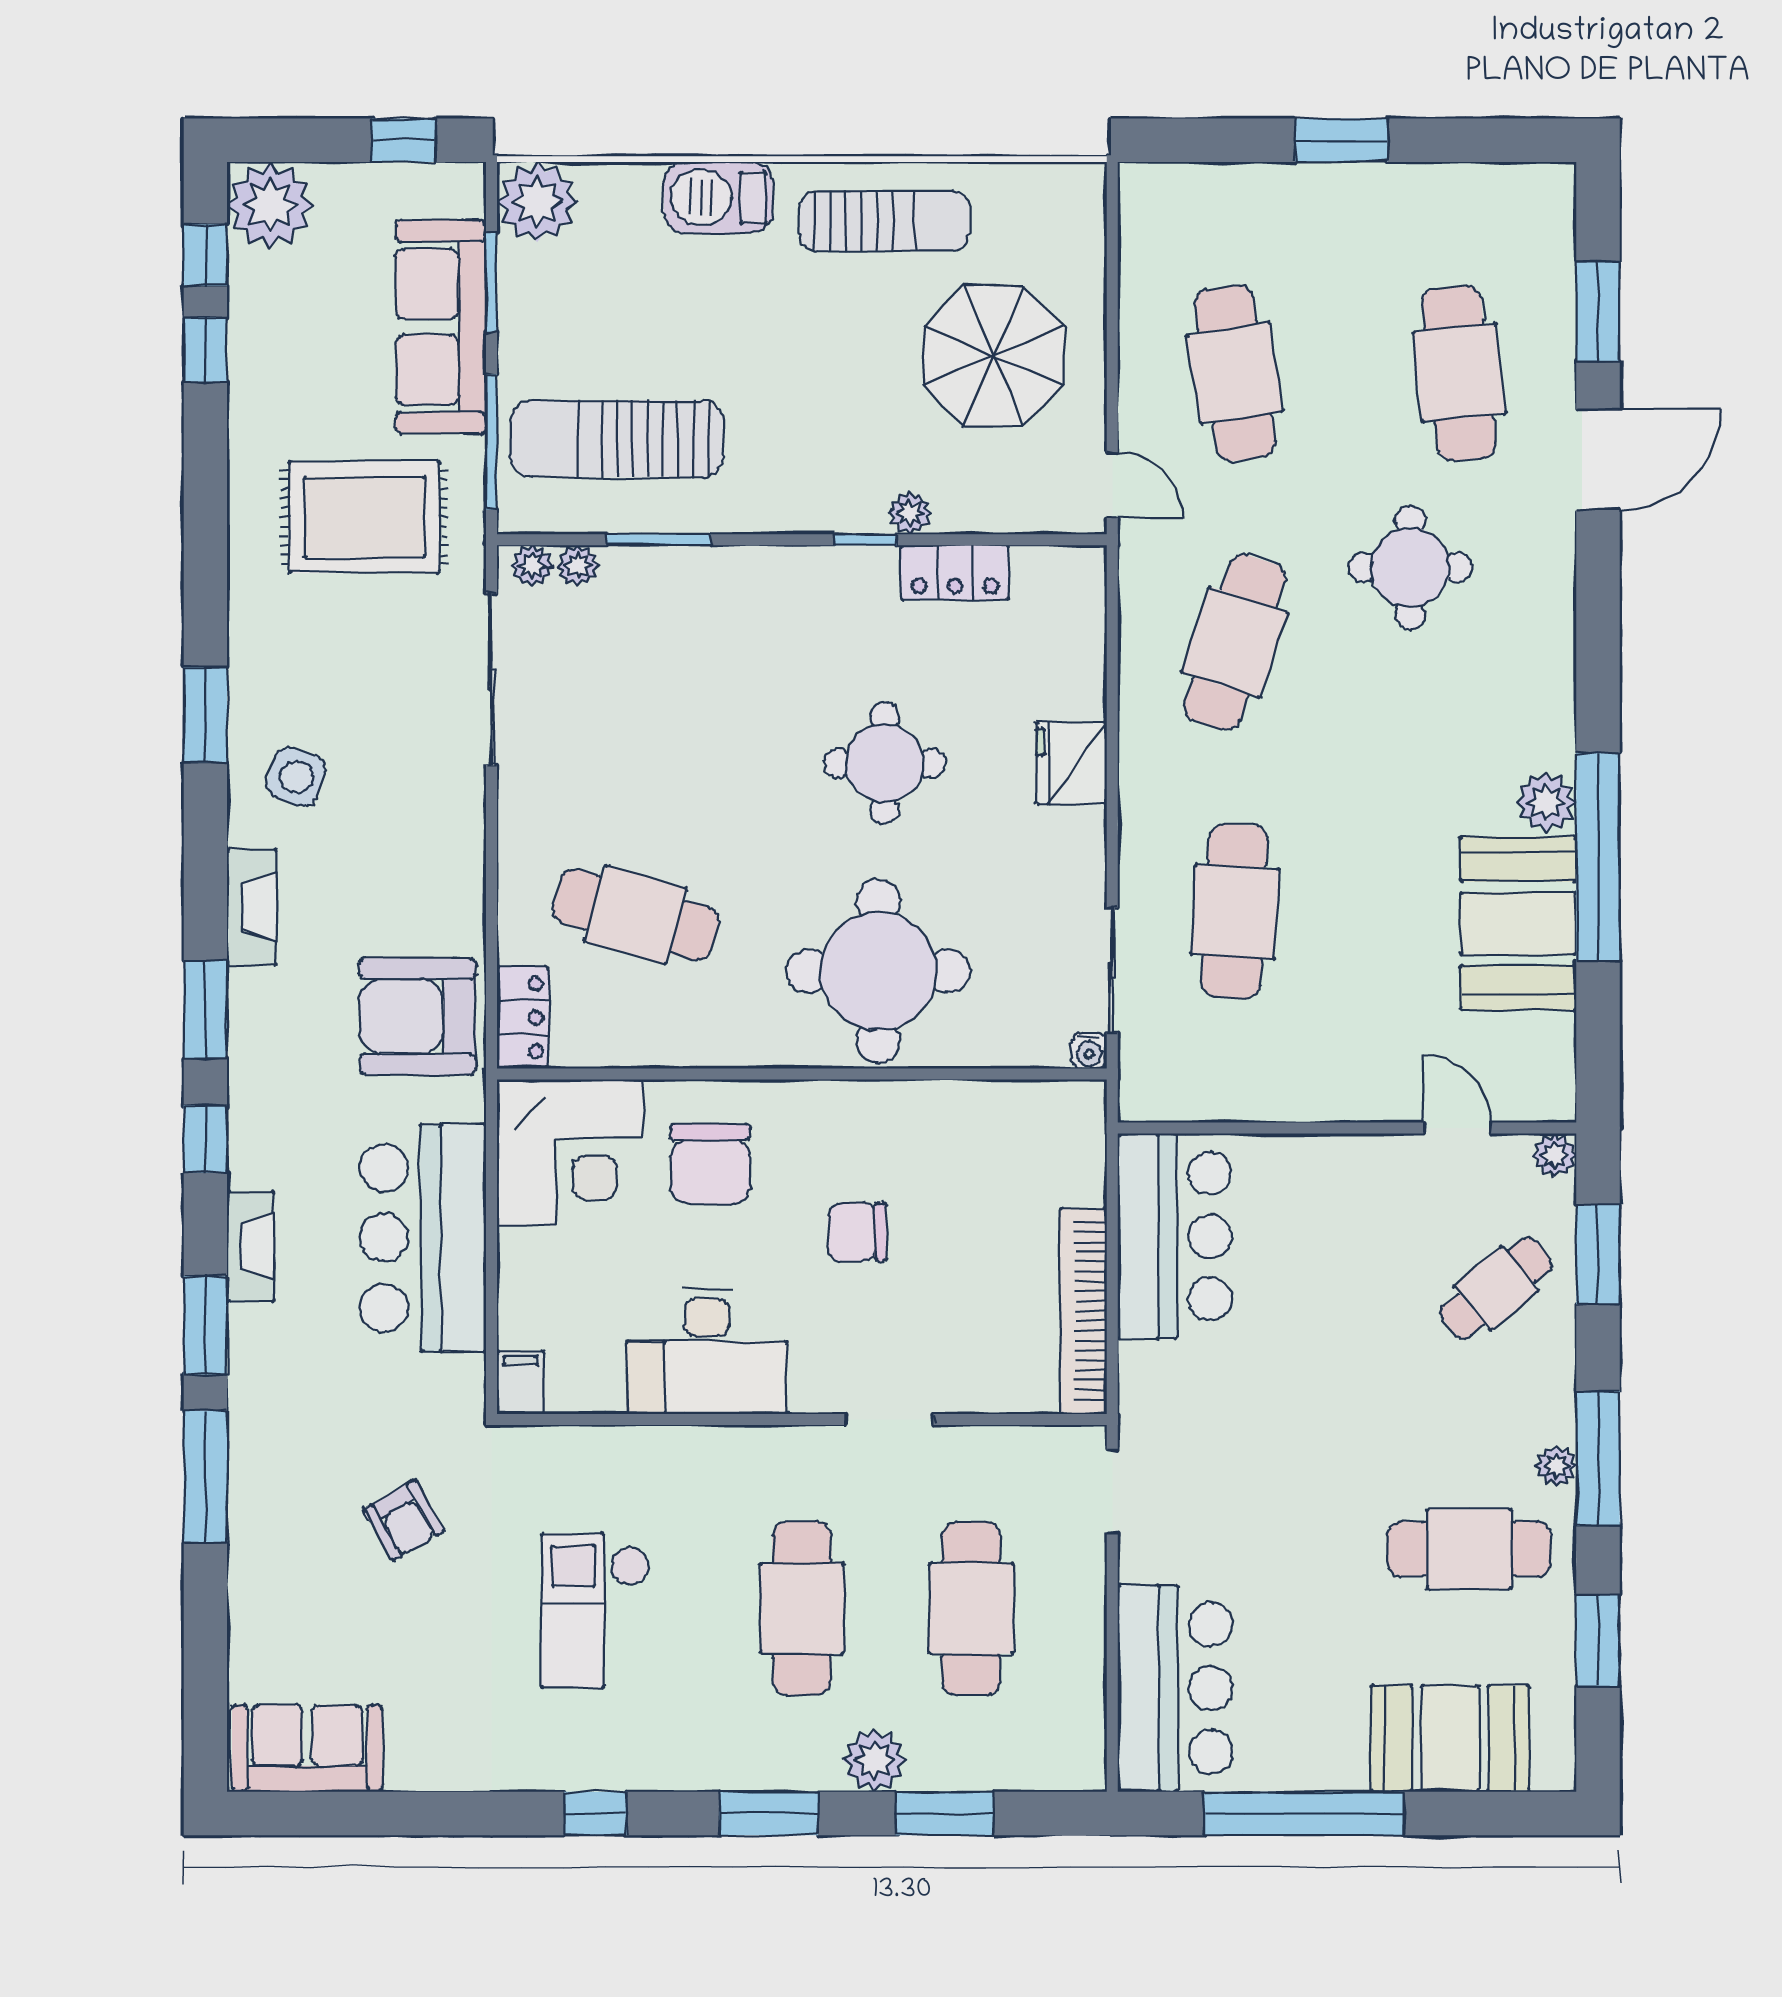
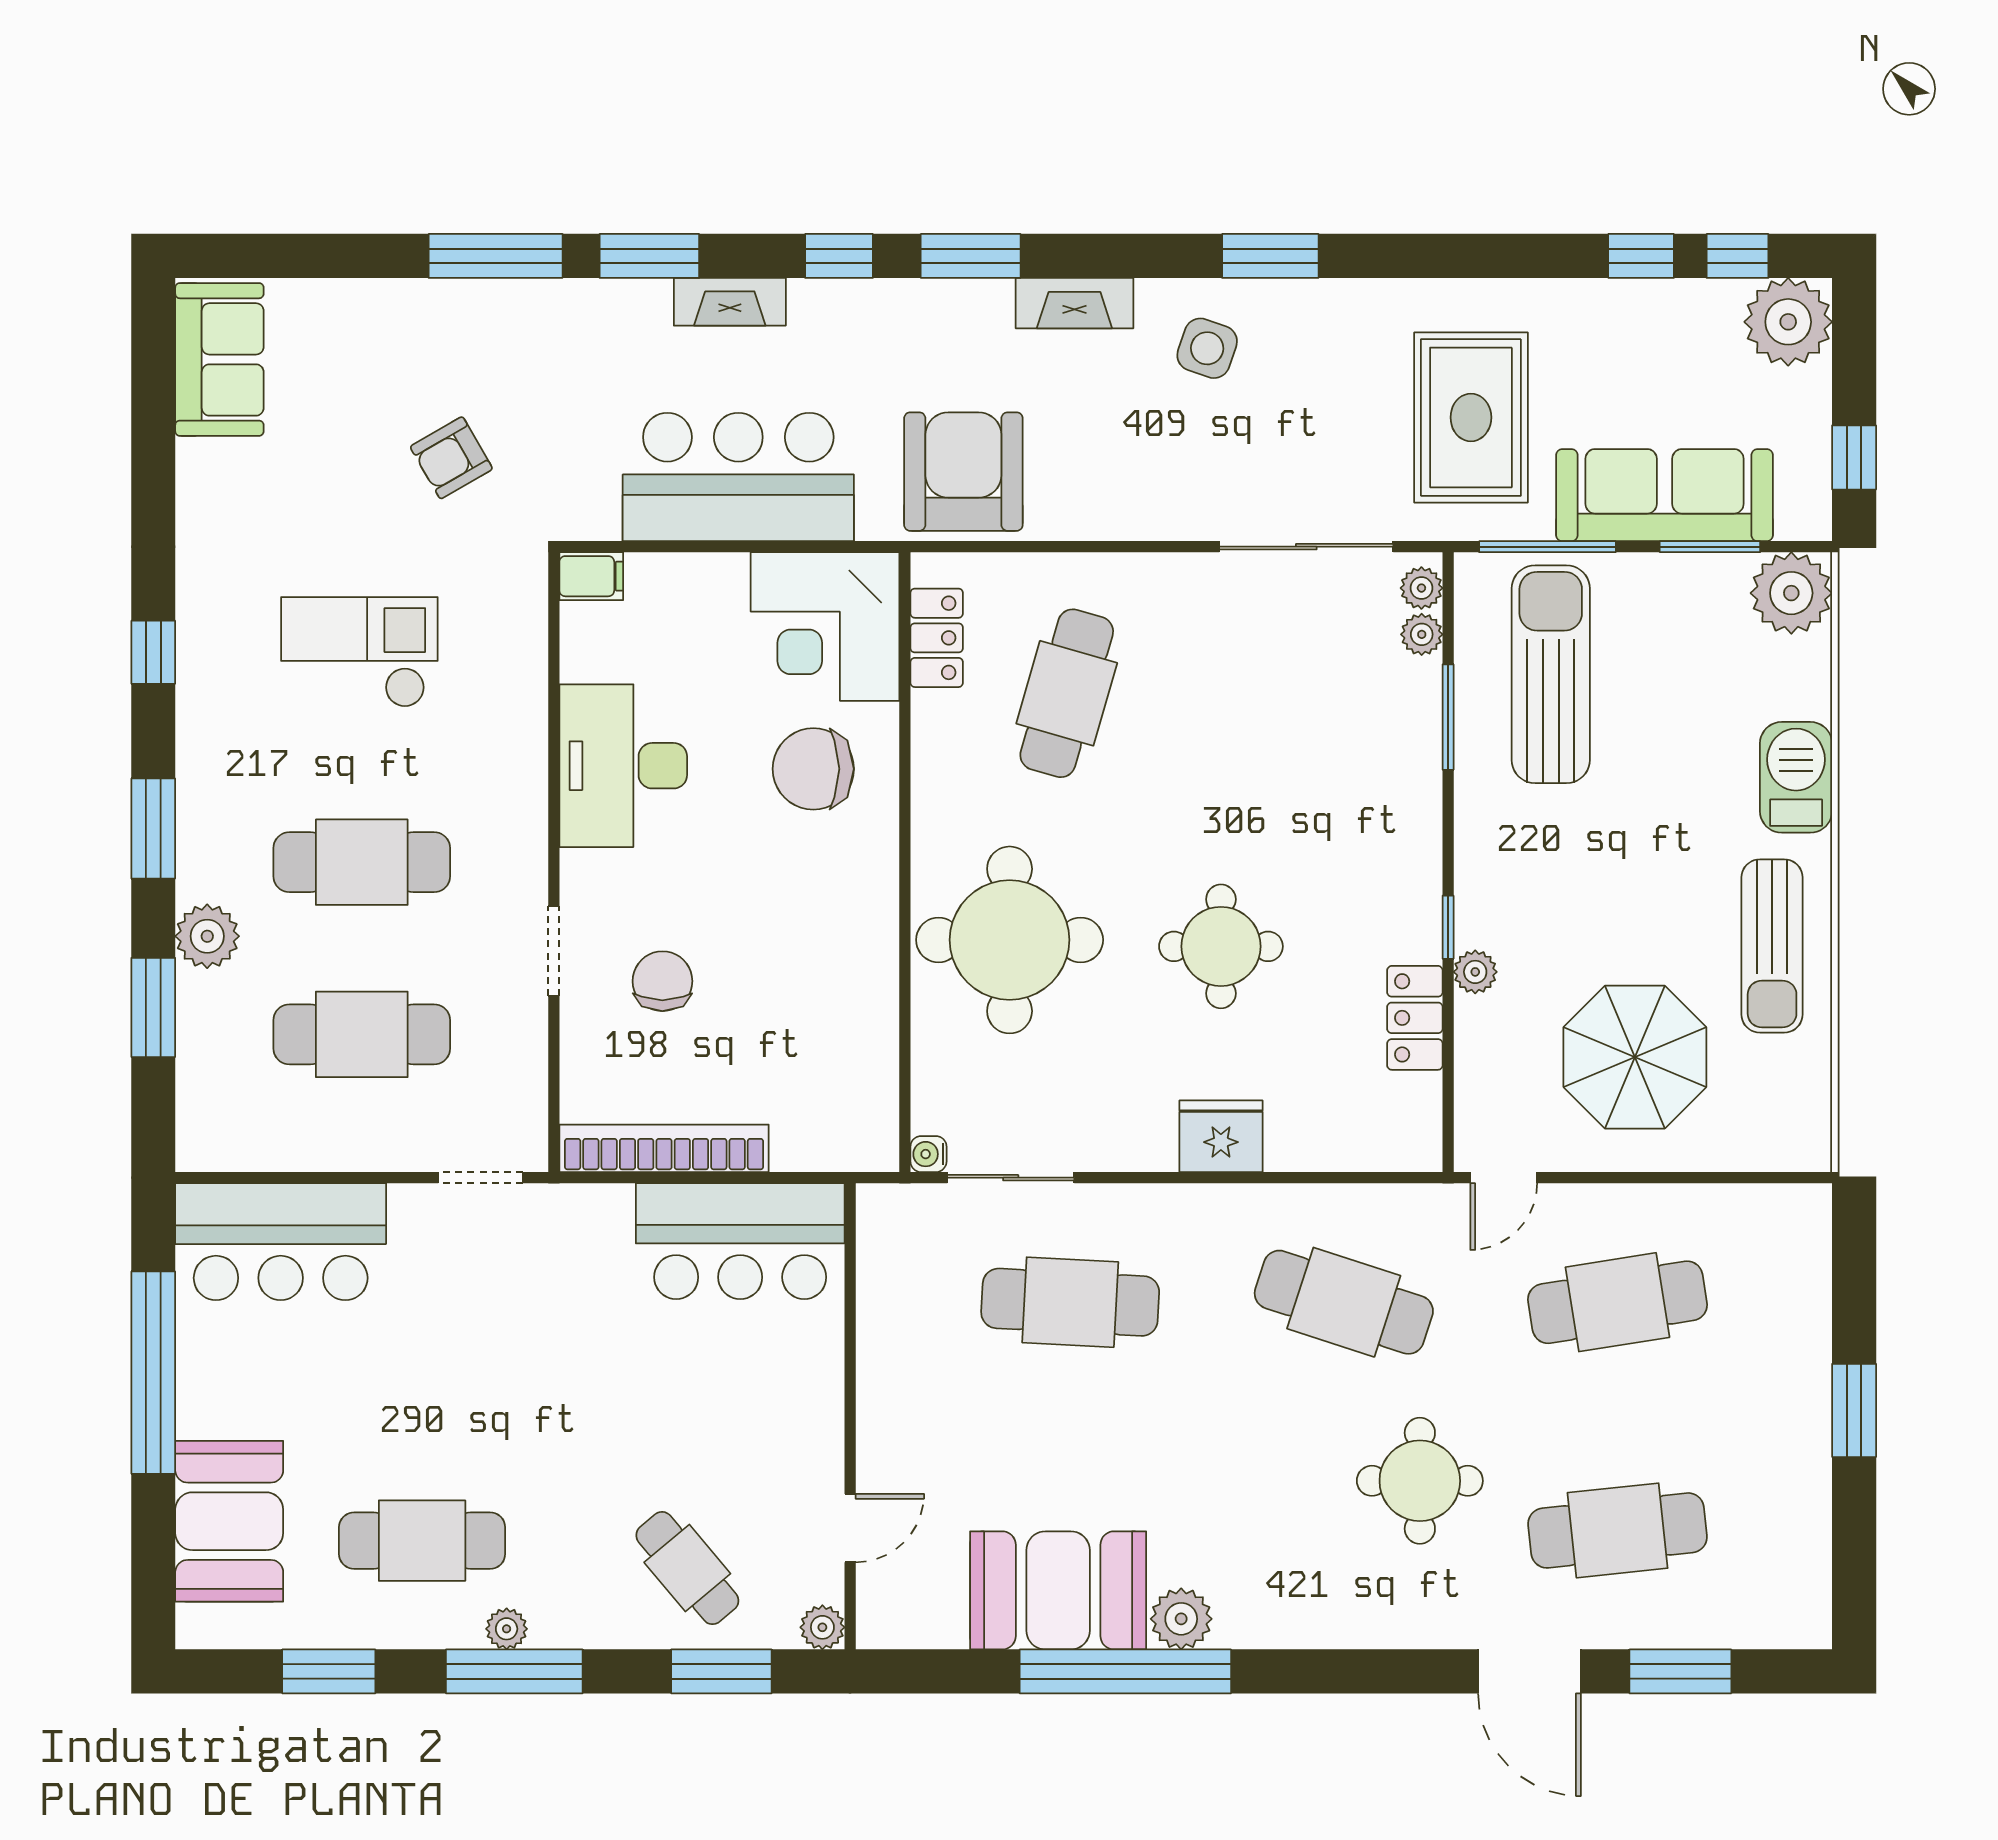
locker: (523, 1018) -> (937, 638), moved, turned -90
chair: (857, 1232) -> (662, 981), moved
cafe table: (1469, 1549) -> (422, 1541), turned 90

